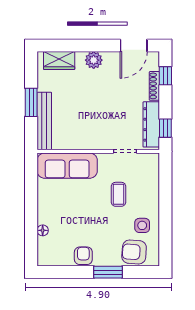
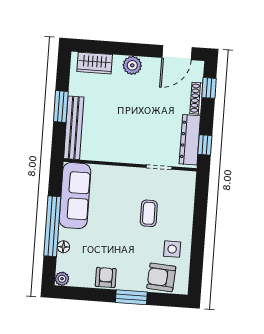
sofa: (67, 166) -> (75, 196), moved, turned -90
window: (31, 212) -> (52, 226), added
plant: (43, 260) -> (62, 279), added

